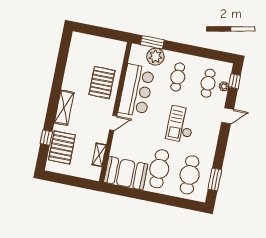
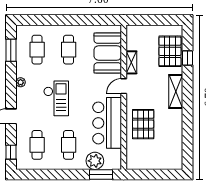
plant: (224, 86) -> (21, 82), moved
shelving: (99, 155) -> (131, 62), moved
cafe table: (159, 169) -> (69, 50), width x0.73, depth x0.74
booth: (126, 173) -> (108, 53), moved, turned 90
cafe table: (190, 175) -> (37, 50), width x0.73, depth x0.74

